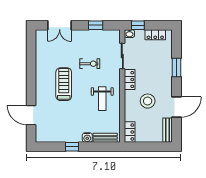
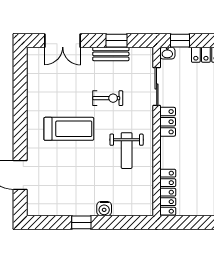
treadmill: (64, 84) -> (69, 129), turned 90
stool: (148, 101) -> (194, 154), removed
locker: (130, 132) -> (168, 192), width x1.53
bench: (105, 138) -> (111, 54), moved

